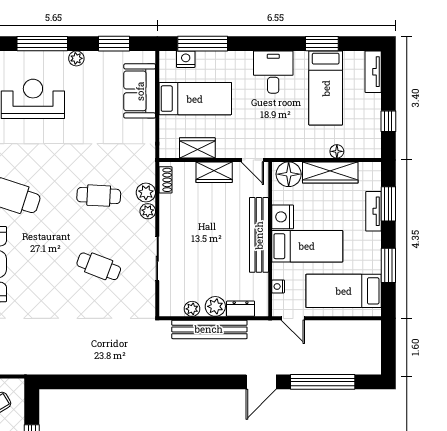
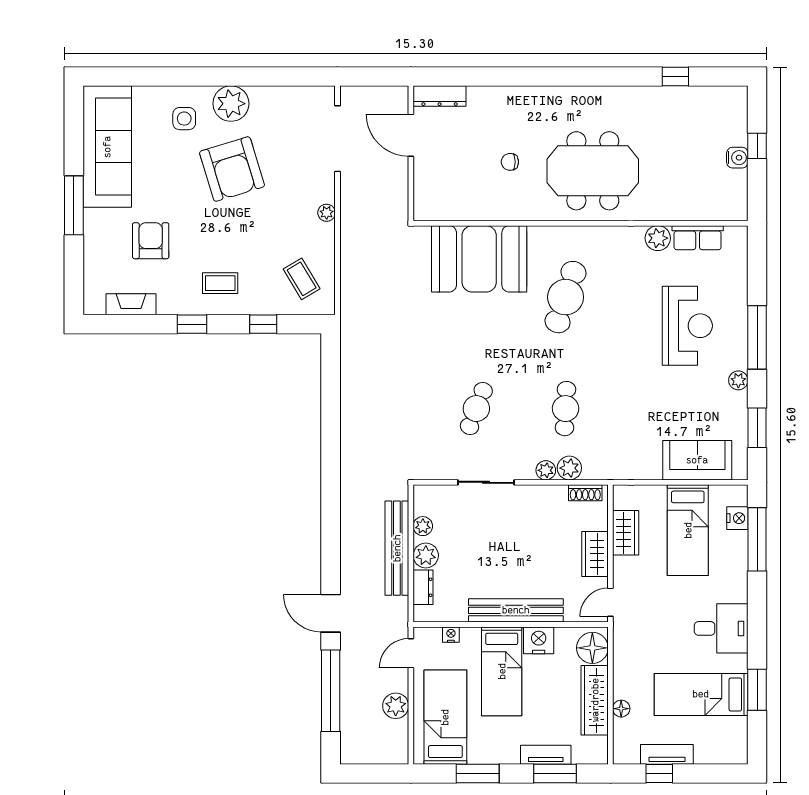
tv unit: (373, 72) -> (667, 754), moved
plant: (335, 330) -> (396, 706), added

